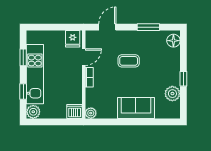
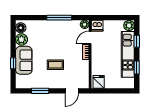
floor lamp: (173, 41) -> (21, 28), moved
door: (84, 57) -> (90, 38), moved
window: (183, 79) -> (13, 63), moved
sofa: (136, 108) -> (24, 60), moved, turned -90
window: (124, 122) -> (59, 18), added

